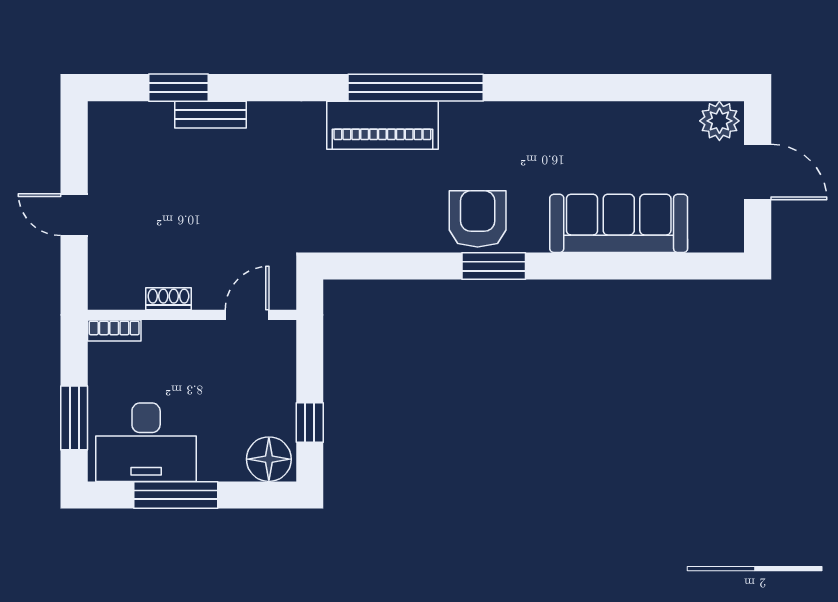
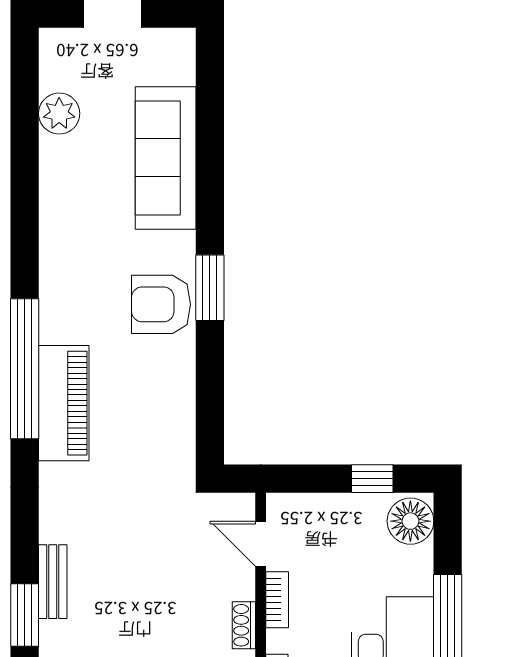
plant: (719, 121) -> (59, 114), moved
bookcase: (193, 331) -> (277, 600), added

